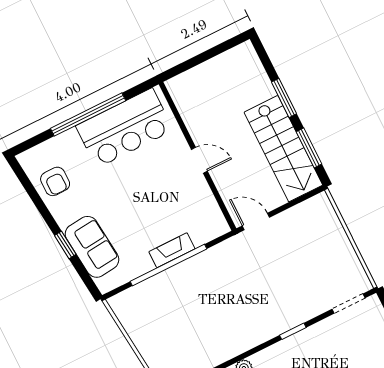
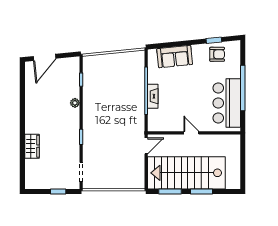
stairs: (283, 149) -> (186, 173), width x1.36, depth x1.51
door: (199, 160) -> (191, 133), swing flipped
armchair: (55, 181) -> (217, 54), turned 180
window: (65, 245) -> (214, 40), moved

